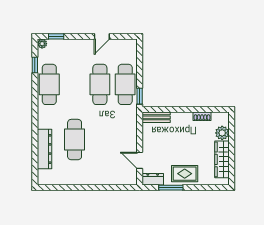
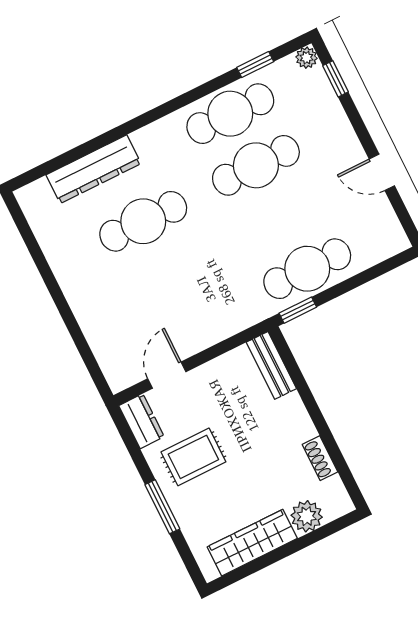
cafe table: (100, 84) -> (256, 165), moved
rug: (185, 174) -> (193, 457), moved, turned 90
window: (171, 188) -> (162, 507), moved

